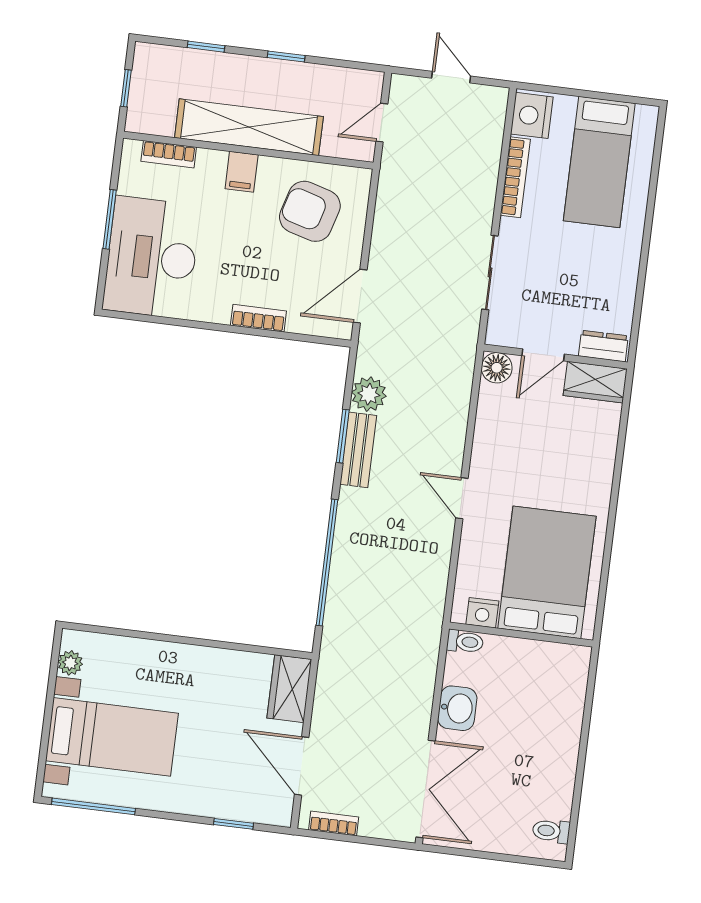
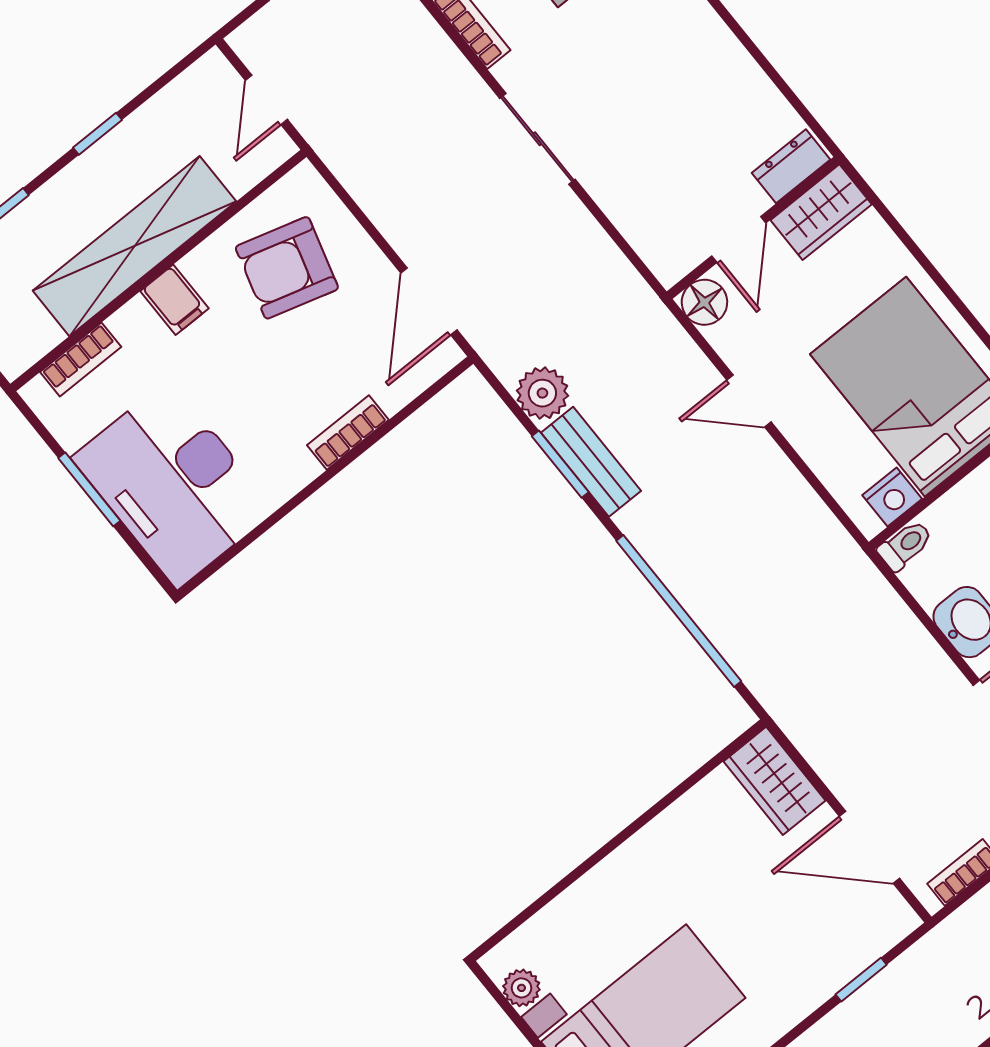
dresser: (603, 346) -> (791, 166), moved
door: (543, 355) -> (739, 240), moved
wall: (556, 357) -> (753, 228), moved
floor lamp: (497, 368) -> (704, 302), moved
wardrobe: (595, 382) -> (821, 212), moved

